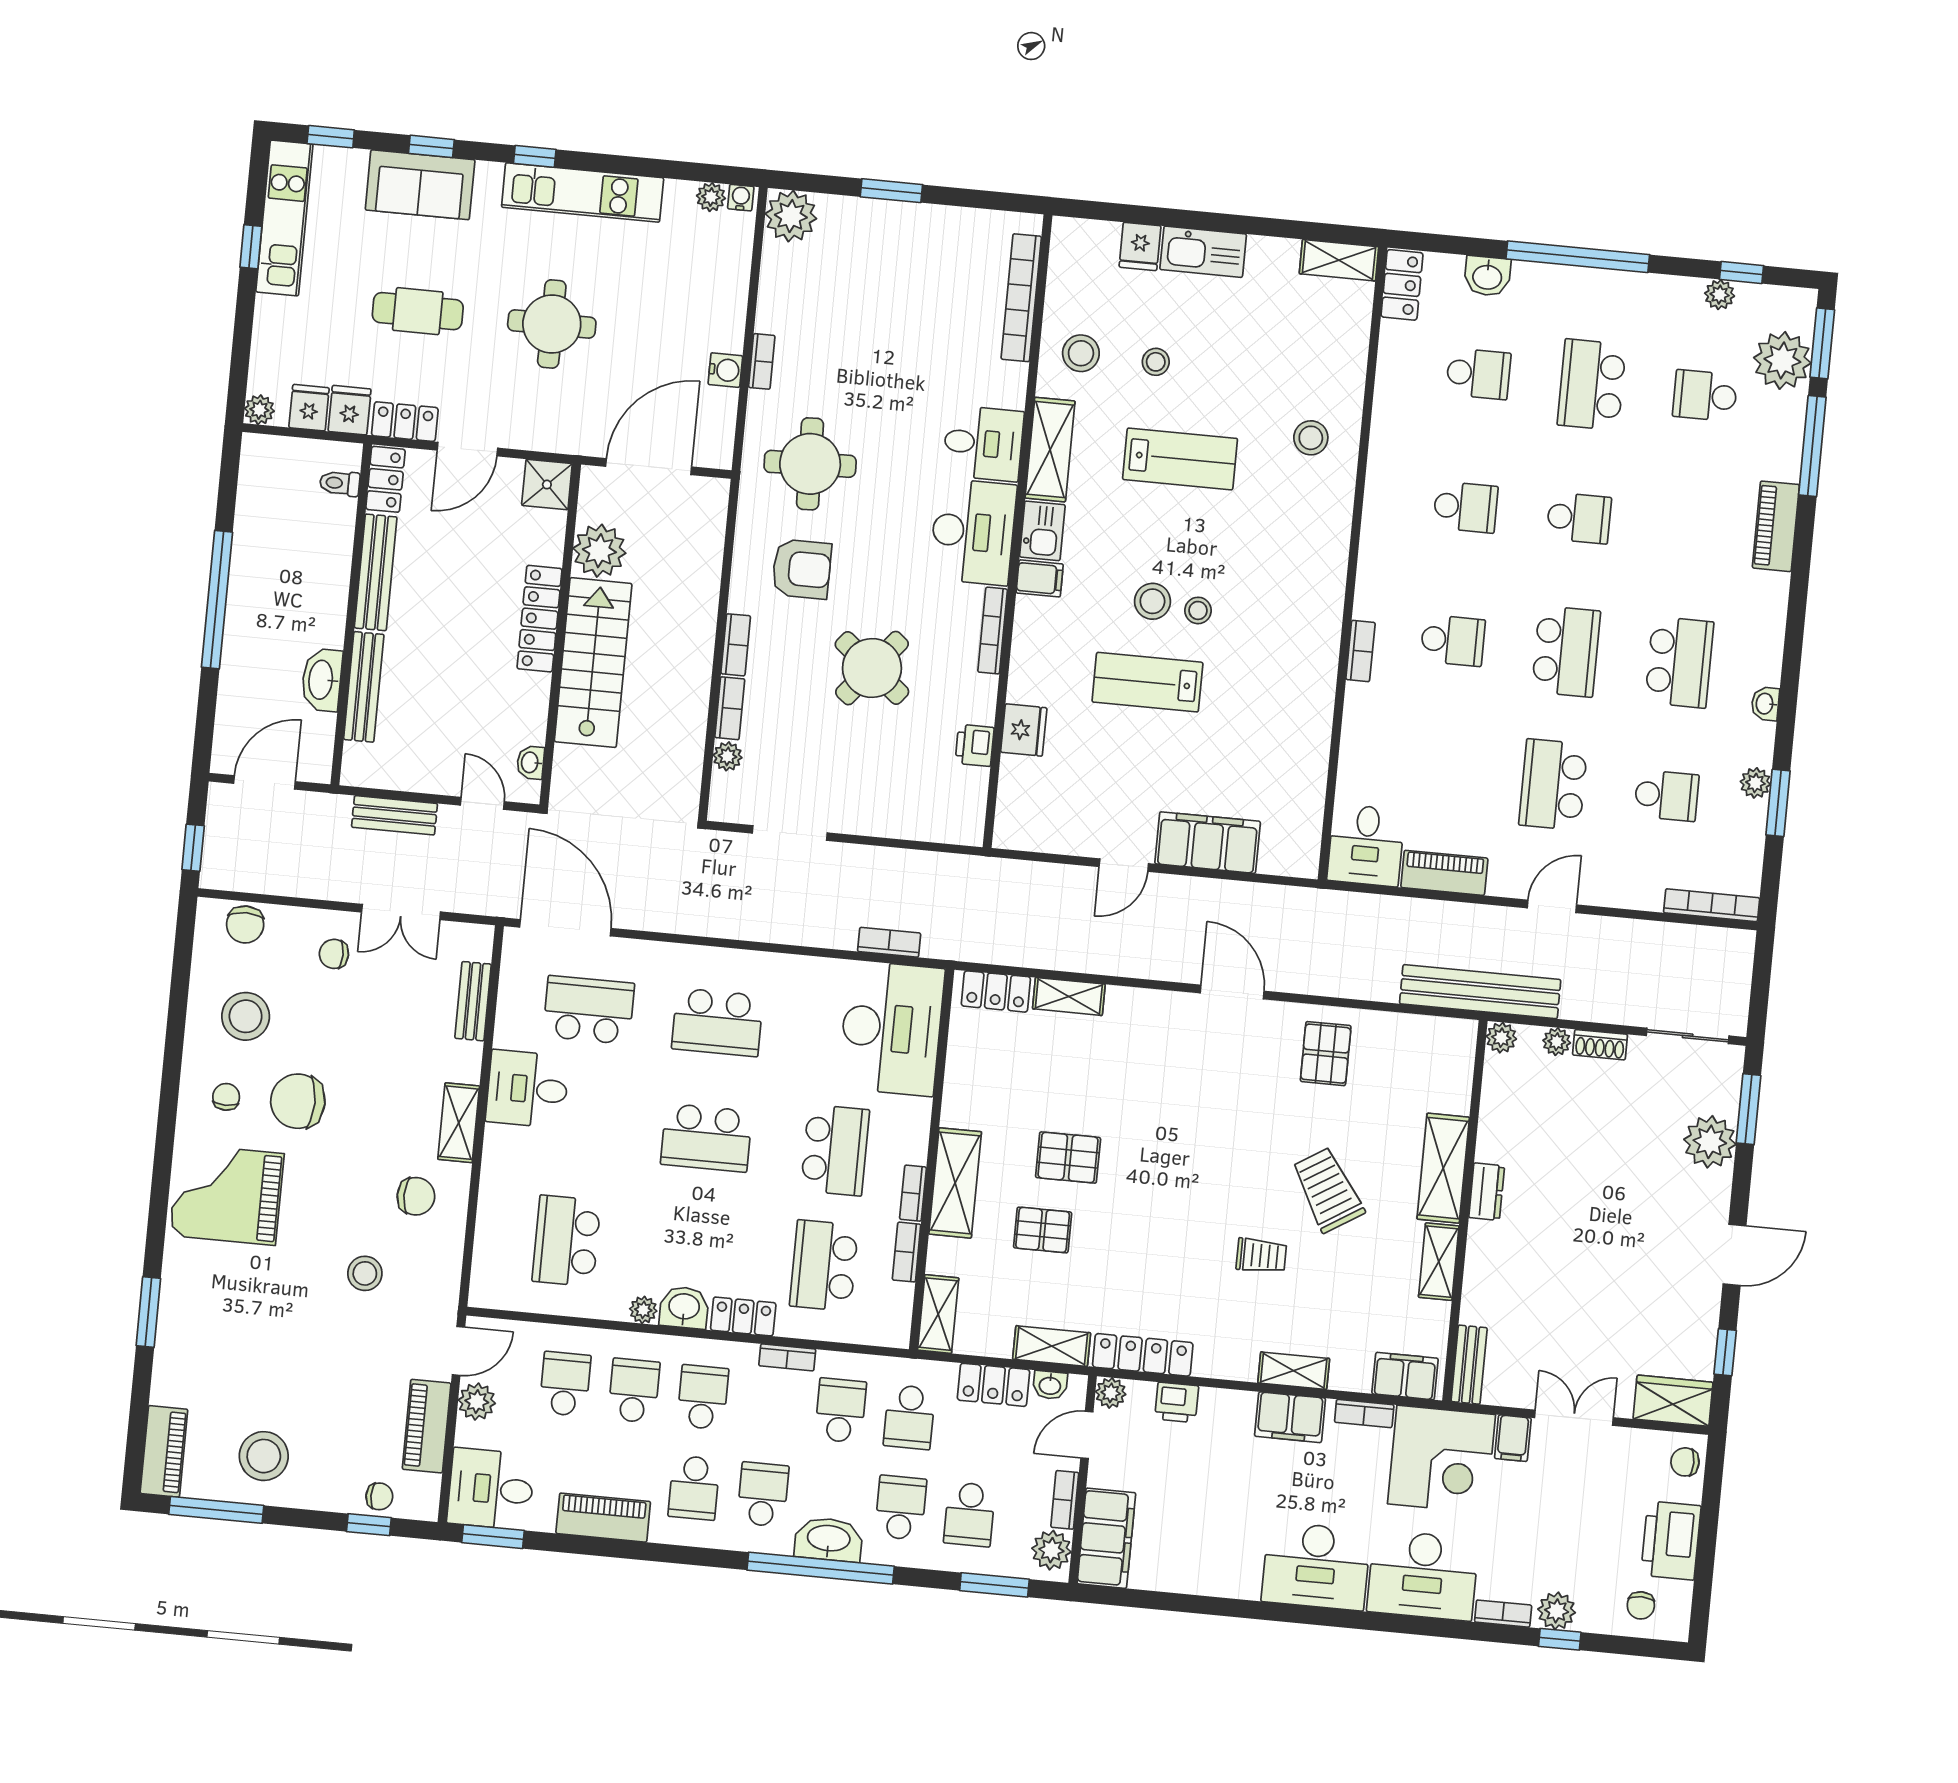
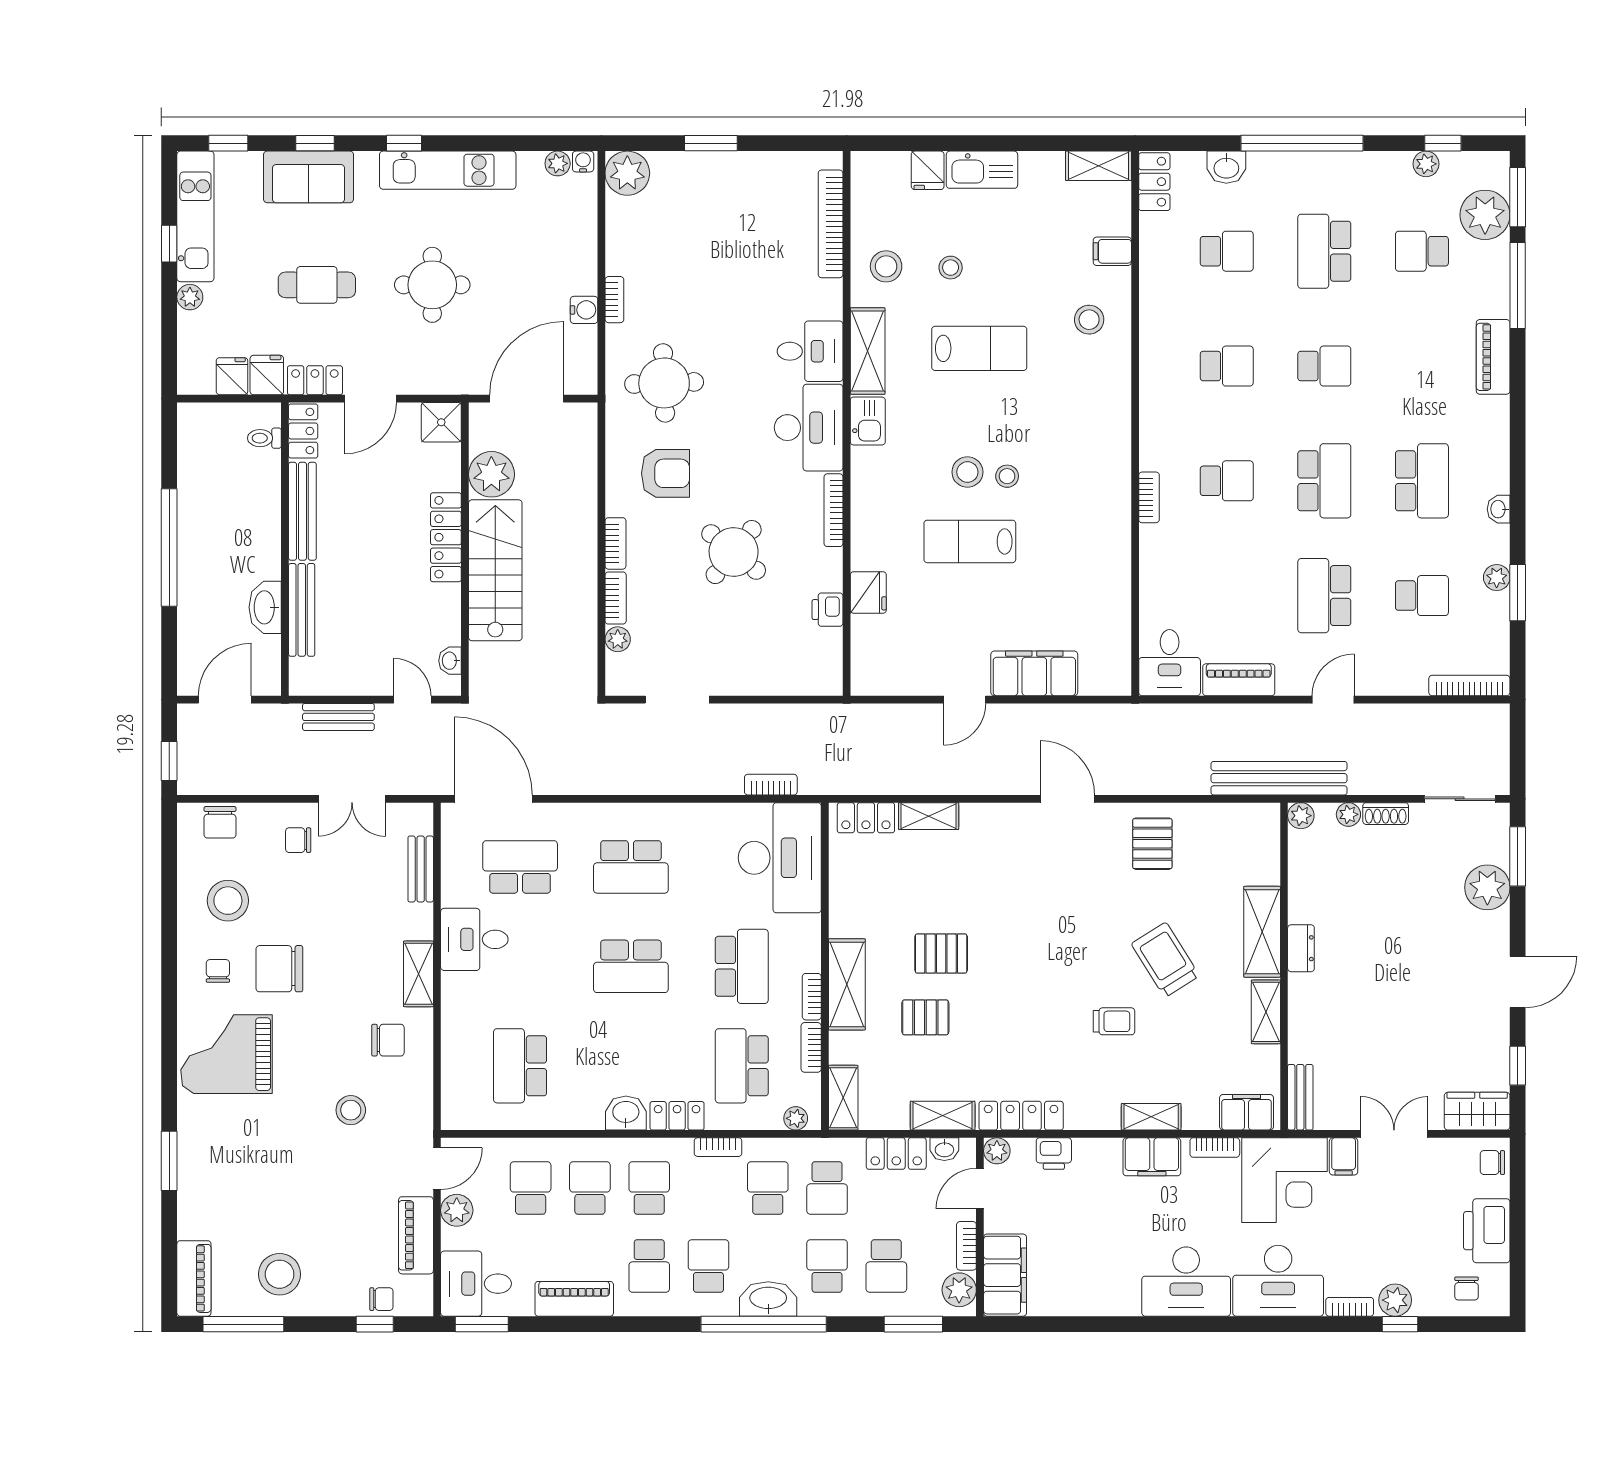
plant: (259, 410) -> (190, 297), moved
filing cabinet: (1040, 578) -> (1112, 251), moved, turned 180
plant: (643, 1310) -> (796, 1118), moved

